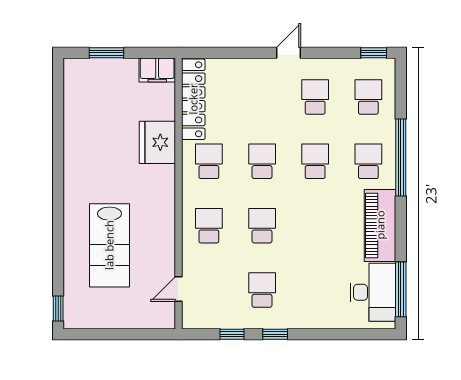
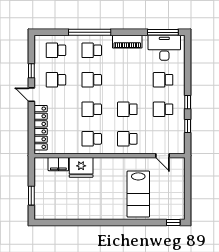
window: (374, 53) -> (31, 71), moved
filing cabinet: (157, 70) -> (58, 164), moved, turned 90
locker: (193, 99) -> (41, 128), moved, turned 90
piano: (380, 225) -> (127, 42), width x0.73, depth x0.75
lab bench: (109, 245) -> (138, 194), turned 90
school desk: (315, 290) -> (163, 80), added

